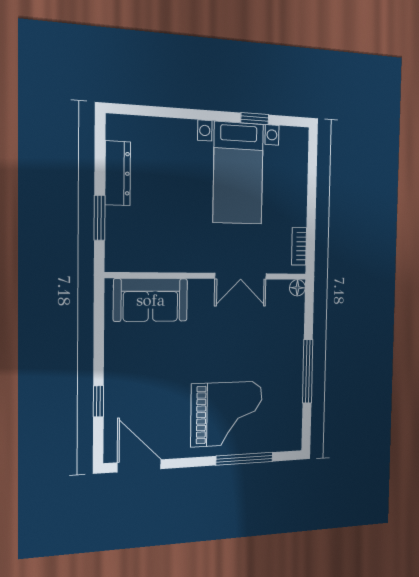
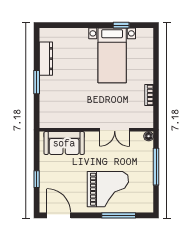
wall: (209, 276) -> (96, 130), moved
double door: (241, 276) -> (115, 130), moved
floor lamp: (297, 288) -> (149, 136), moved
sofa: (151, 300) -> (64, 143), moved

